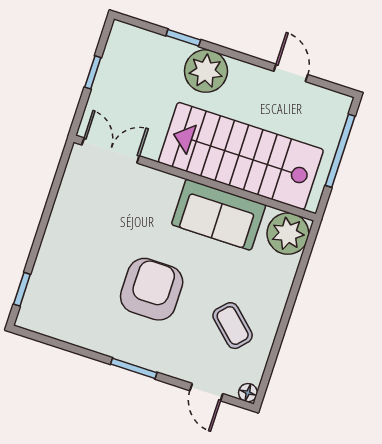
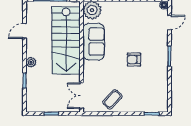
plant: (206, 71) -> (31, 62), width x0.53, depth x0.53
armchair: (152, 289) -> (134, 59), width x0.53, depth x0.53
coffee table: (233, 326) -> (112, 99), moved

